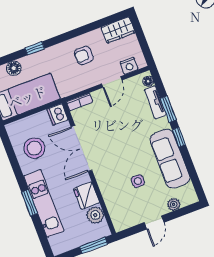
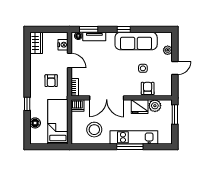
armchair: (84, 55) -> (51, 81), moved
window: (168, 109) -> (89, 29), moved
armchair: (114, 197) -> (148, 88), added
window: (30, 203) -> (130, 147), width x1.44
door: (154, 222) -> (175, 68), hinge flipped

